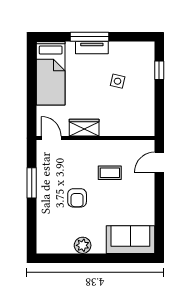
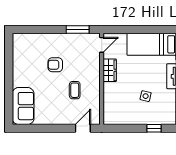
door: (159, 162) -> (83, 128), hinge flipped
window: (32, 183) -> (78, 30), moved
plant: (83, 245) -> (19, 69), removed

